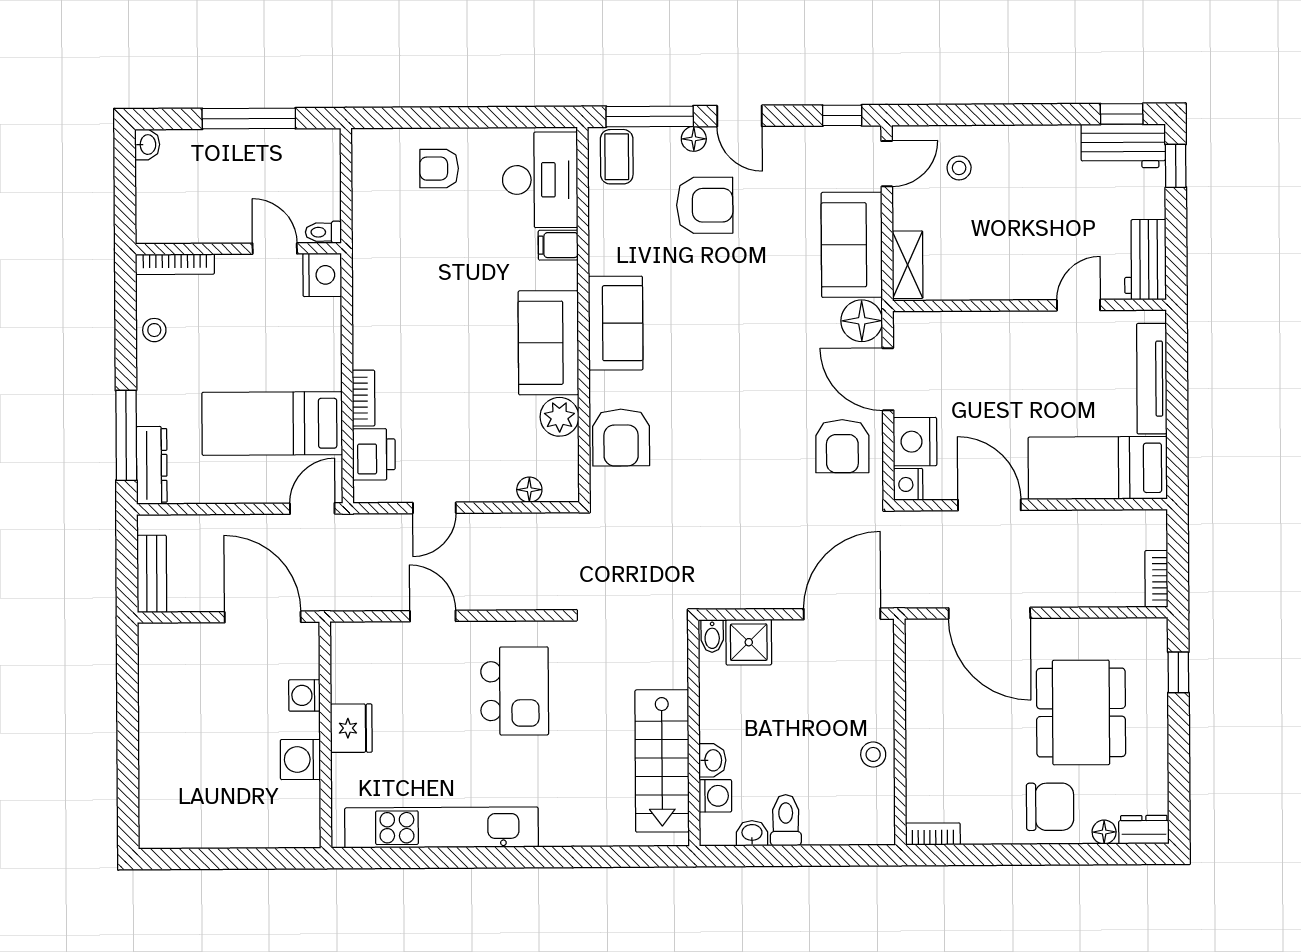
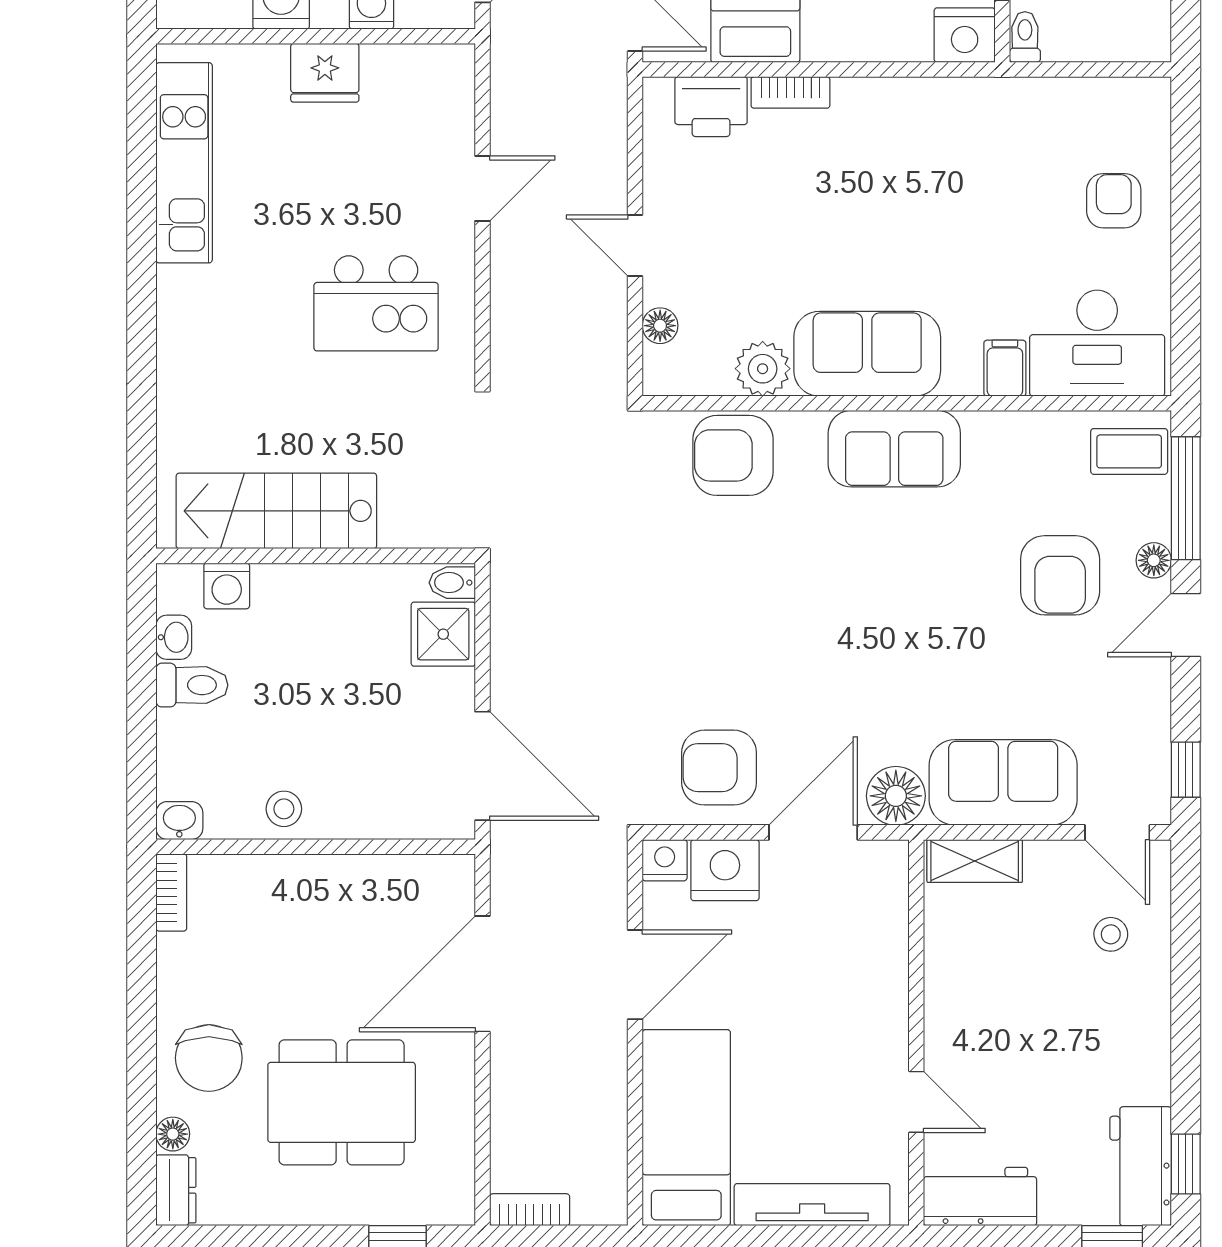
door: (434, 508) -> (635, 245), moved
washbasin: (712, 760) -> (179, 821), moved, turned 180
kitchen unit: (441, 827) -> (184, 163), width x0.73

